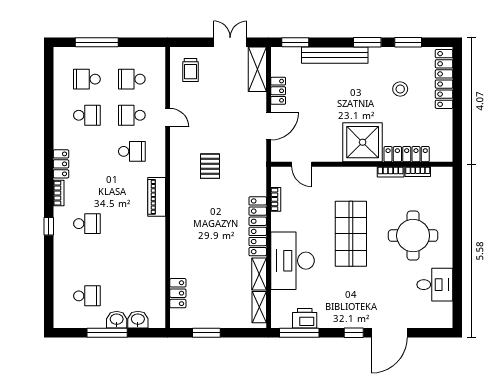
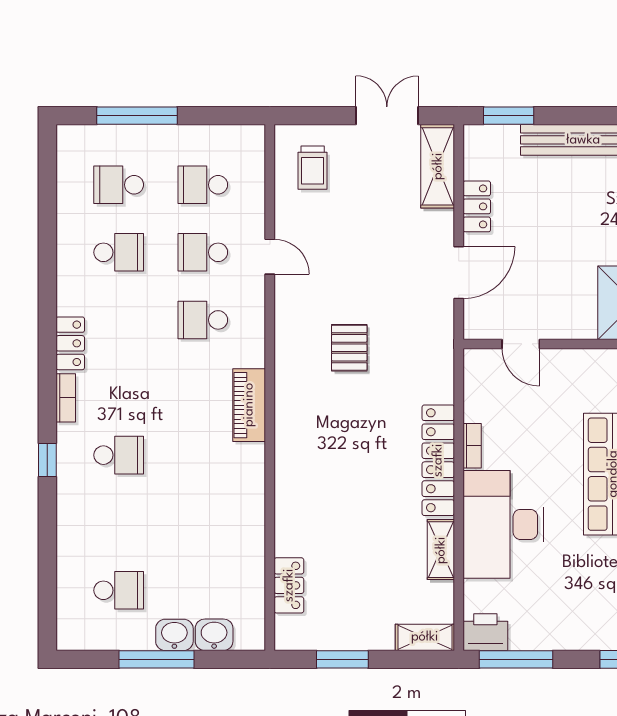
school desk: (132, 151) -> (203, 320), turned 180
bookcase: (276, 199) -> (472, 446), moved
shelving: (259, 307) -> (425, 637), moved, turned 90
printer: (305, 318) -> (485, 632), moved

